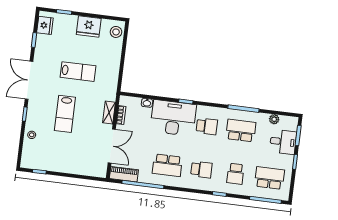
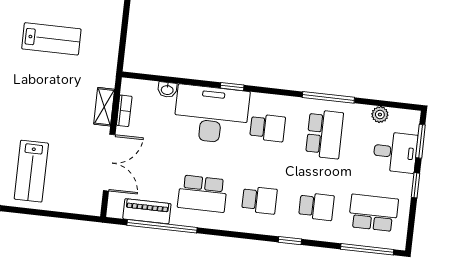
lab bench: (65, 114) -> (31, 171), moved
school desk: (241, 131) -> (325, 134), turned 90
piano: (124, 174) -> (147, 211), moved
school desk: (235, 174) -> (316, 206), turned -90

